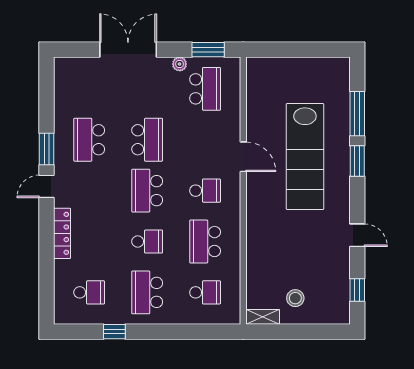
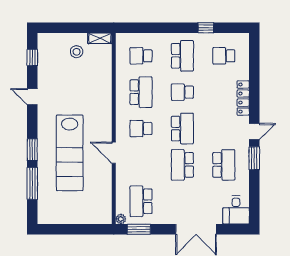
plant: (180, 64) -> (121, 219), moved
desk: (72, 77) -> (236, 210), added
lab bench: (305, 157) -> (70, 153), turned 180

